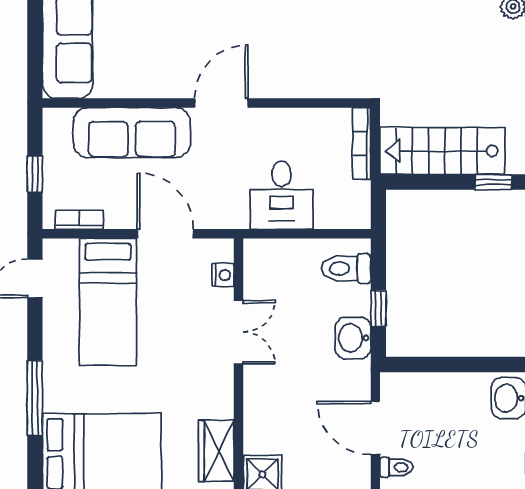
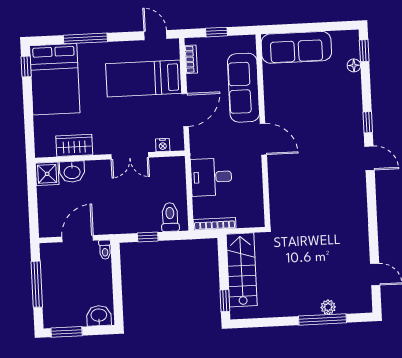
bookcase: (362, 144) -> (215, 224), moved
washbasin: (353, 338) -> (72, 172), moved, turned 180
wardrobe: (216, 451) -> (74, 145), moved
toilet: (396, 467) -> (105, 250), moved

